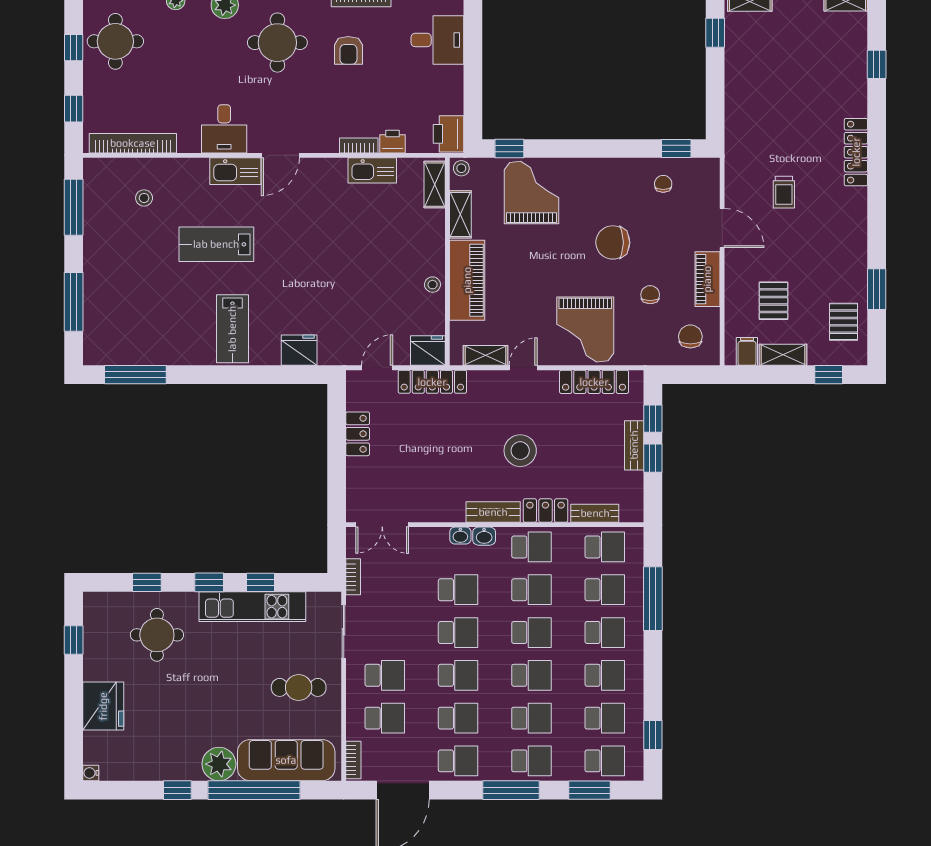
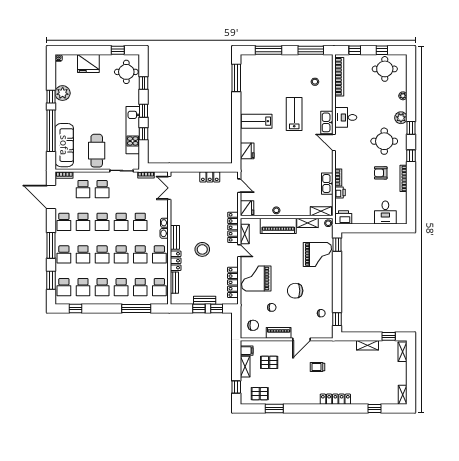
shelving: (735, 80) -> (368, 345), added
chair: (613, 242) -> (295, 291), turned -90
locker: (432, 382) -> (233, 227), moved
round table: (157, 635) -> (126, 72), moved
cafe table: (299, 687) -> (97, 151), width x1.37, depth x1.35
plant: (219, 764) -> (63, 93), moved

